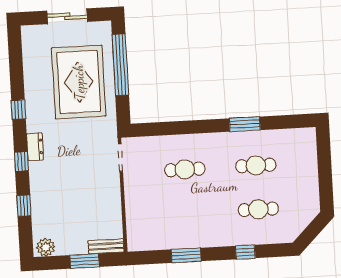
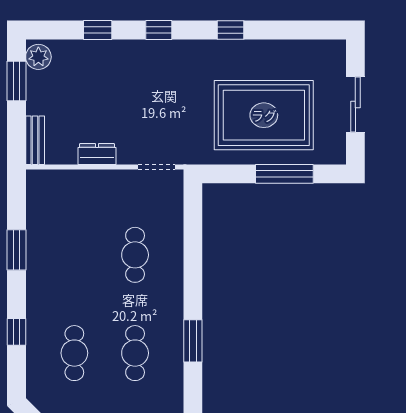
window: (120, 65) -> (284, 174), width x0.68
dresser: (35, 147) -> (97, 154), moved, turned 180
window: (85, 261) -> (16, 81), moved

